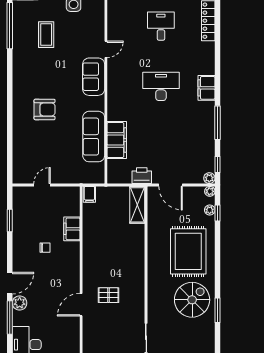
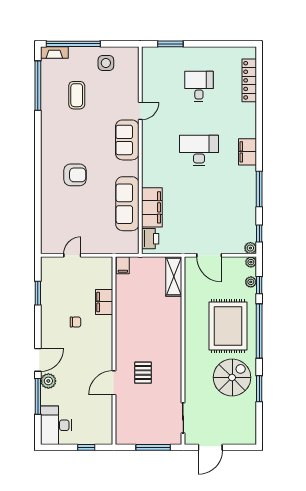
printer: (142, 176) -> (150, 239), moved, turned 90
window: (217, 256) -> (259, 331), added
pallet: (108, 295) -> (143, 373), turned 90

